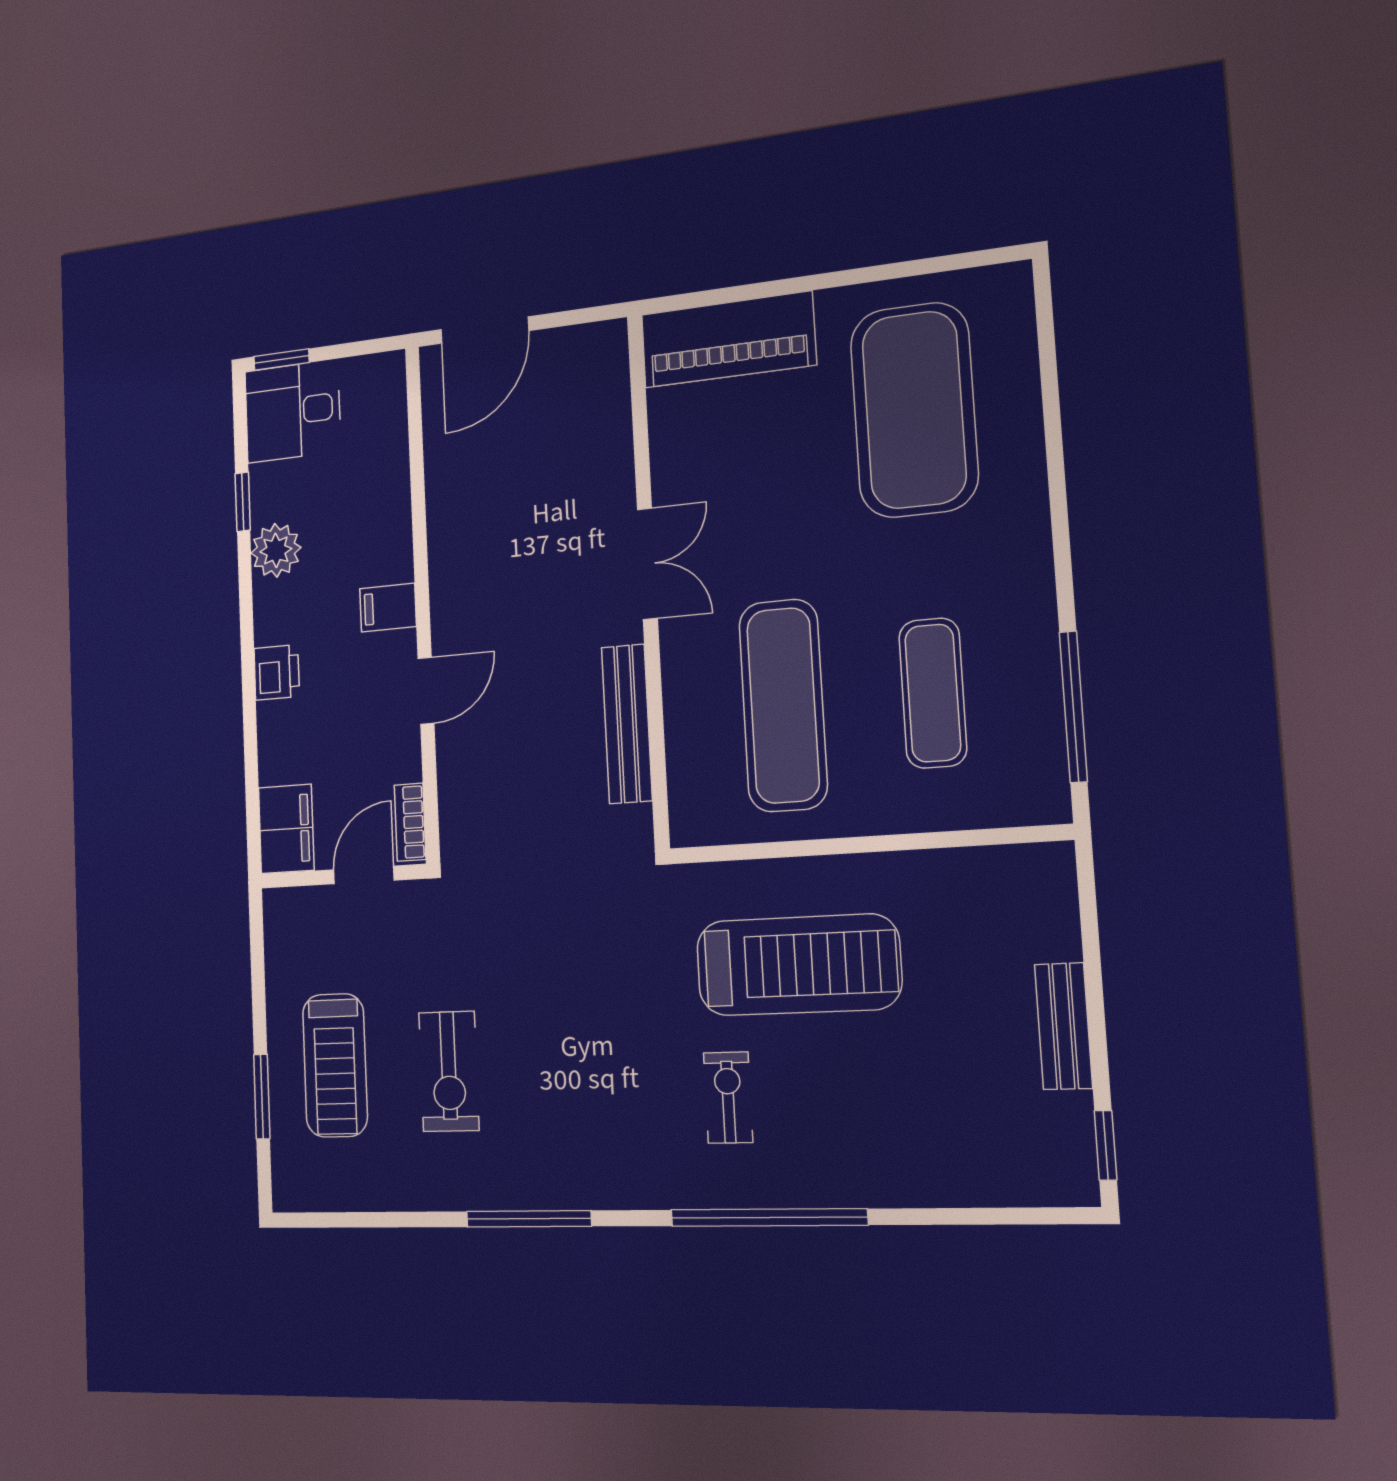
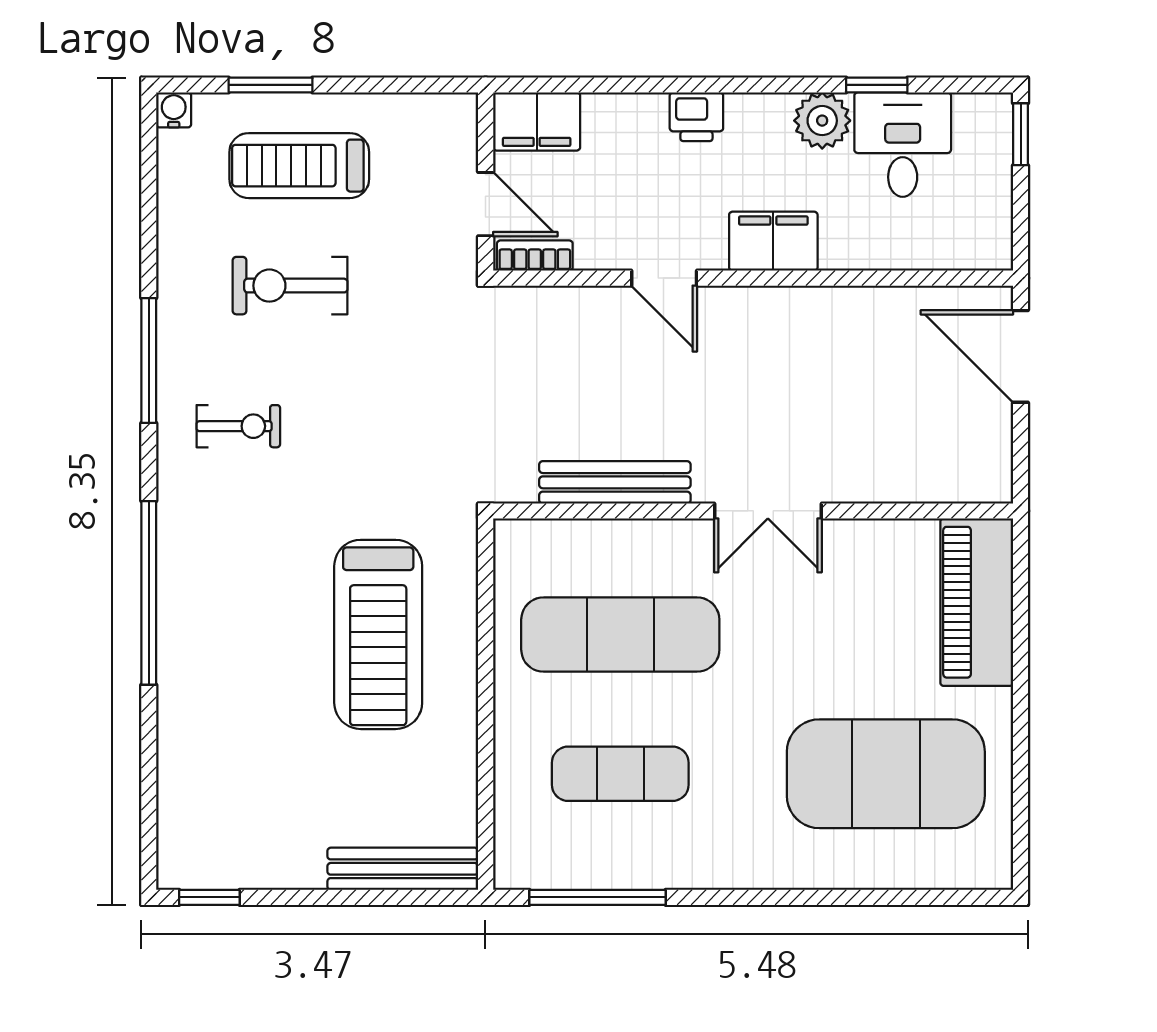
desk: (293, 411) -> (903, 145), moved
filing cabinet: (388, 608) -> (773, 241), width x2.00
bench: (1063, 1026) -> (403, 869), moved, width x1.36
exercise bike: (728, 1097) -> (238, 426), moved
water cooler: (288, 1195) -> (174, 110), added

